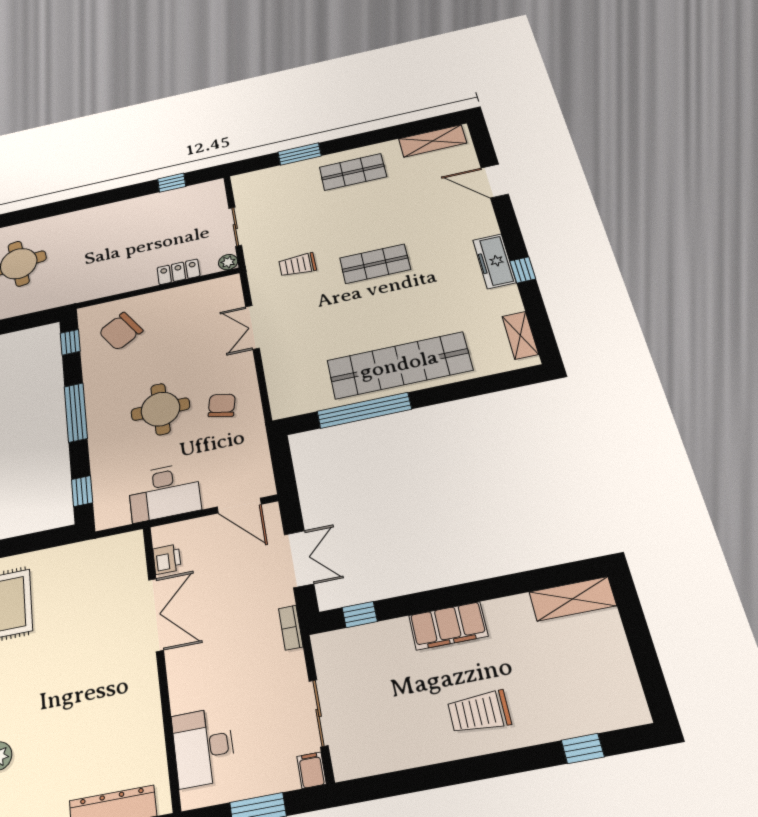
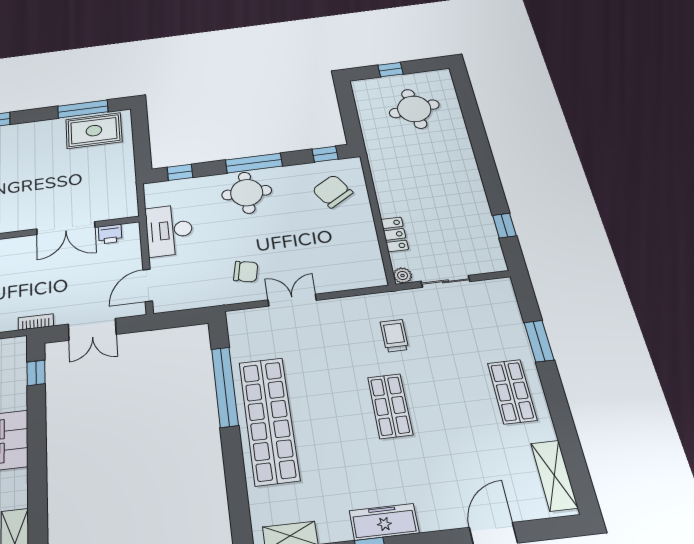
double door: (252, 327) -> (292, 300), moved
round table: (160, 409) -> (247, 193), moved

